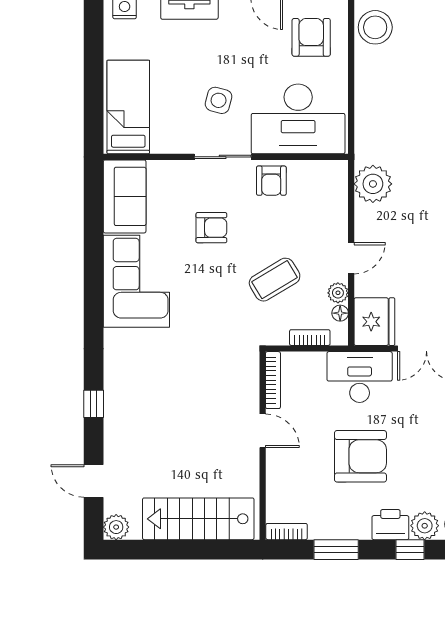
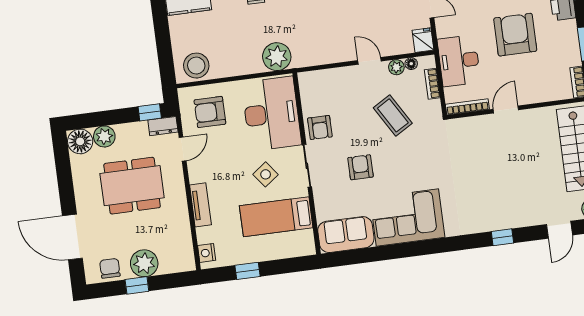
window: (94, 59) -> (247, 271), added
side table: (219, 100) -> (266, 174), turned 38
bed: (128, 107) -> (276, 217), moved
armchair: (271, 181) -> (320, 127), turned 90
plant: (373, 184) -> (277, 57), moved
fridge: (374, 322) -> (423, 40), width x0.53, depth x0.75
desk: (360, 377) -> (459, 61), moved

